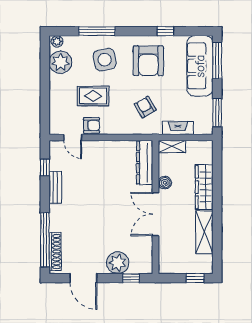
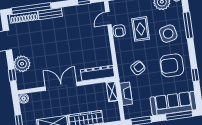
boiler: (165, 183) -> (24, 98), moved
bench: (55, 187) -> (50, 14), moved

